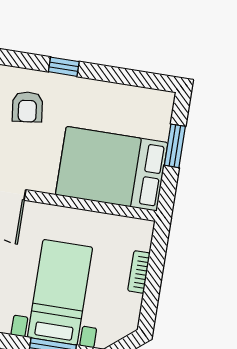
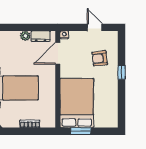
window: (175, 146) -> (81, 131), moved

